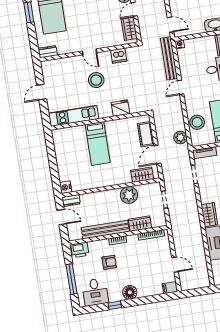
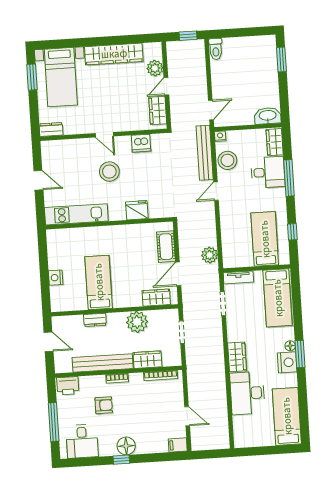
door: (171, 25) -> (211, 110), hinge flipped
door: (42, 92) -> (38, 180), swing flipped
stool: (197, 122) -> (227, 160), moved
bed: (98, 144) -> (99, 282), moved, turned 180
nightstand: (66, 187) -> (56, 278), moved
dresser: (71, 201) -> (95, 320), moved
window: (115, 305) -> (121, 460), moved

